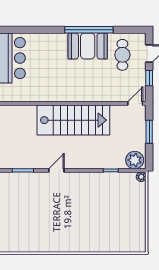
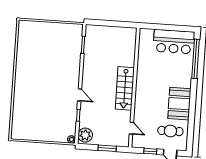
window: (89, 30) -> (196, 59), moved
door: (135, 103) -> (131, 128), moved
stairs: (73, 120) -> (125, 88), width x0.73, depth x0.66
door: (56, 170) -> (80, 95), moved

